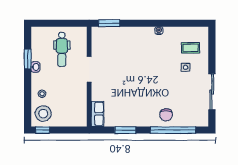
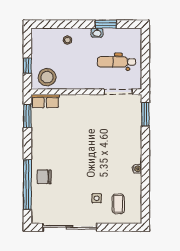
doorway: (89, 69) -> (118, 92), moved
sliding door: (212, 92) -> (70, 227), width x1.36
stool: (43, 114) -> (47, 77), moved
window: (43, 130) -> (27, 66), moved
window: (125, 130) -> (27, 116), moved

